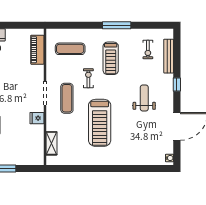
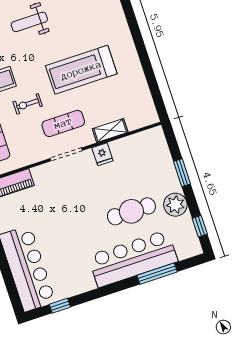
treadmill: (100, 123) -> (81, 70), turned 180
shelving: (51, 143) -> (110, 130), moved

